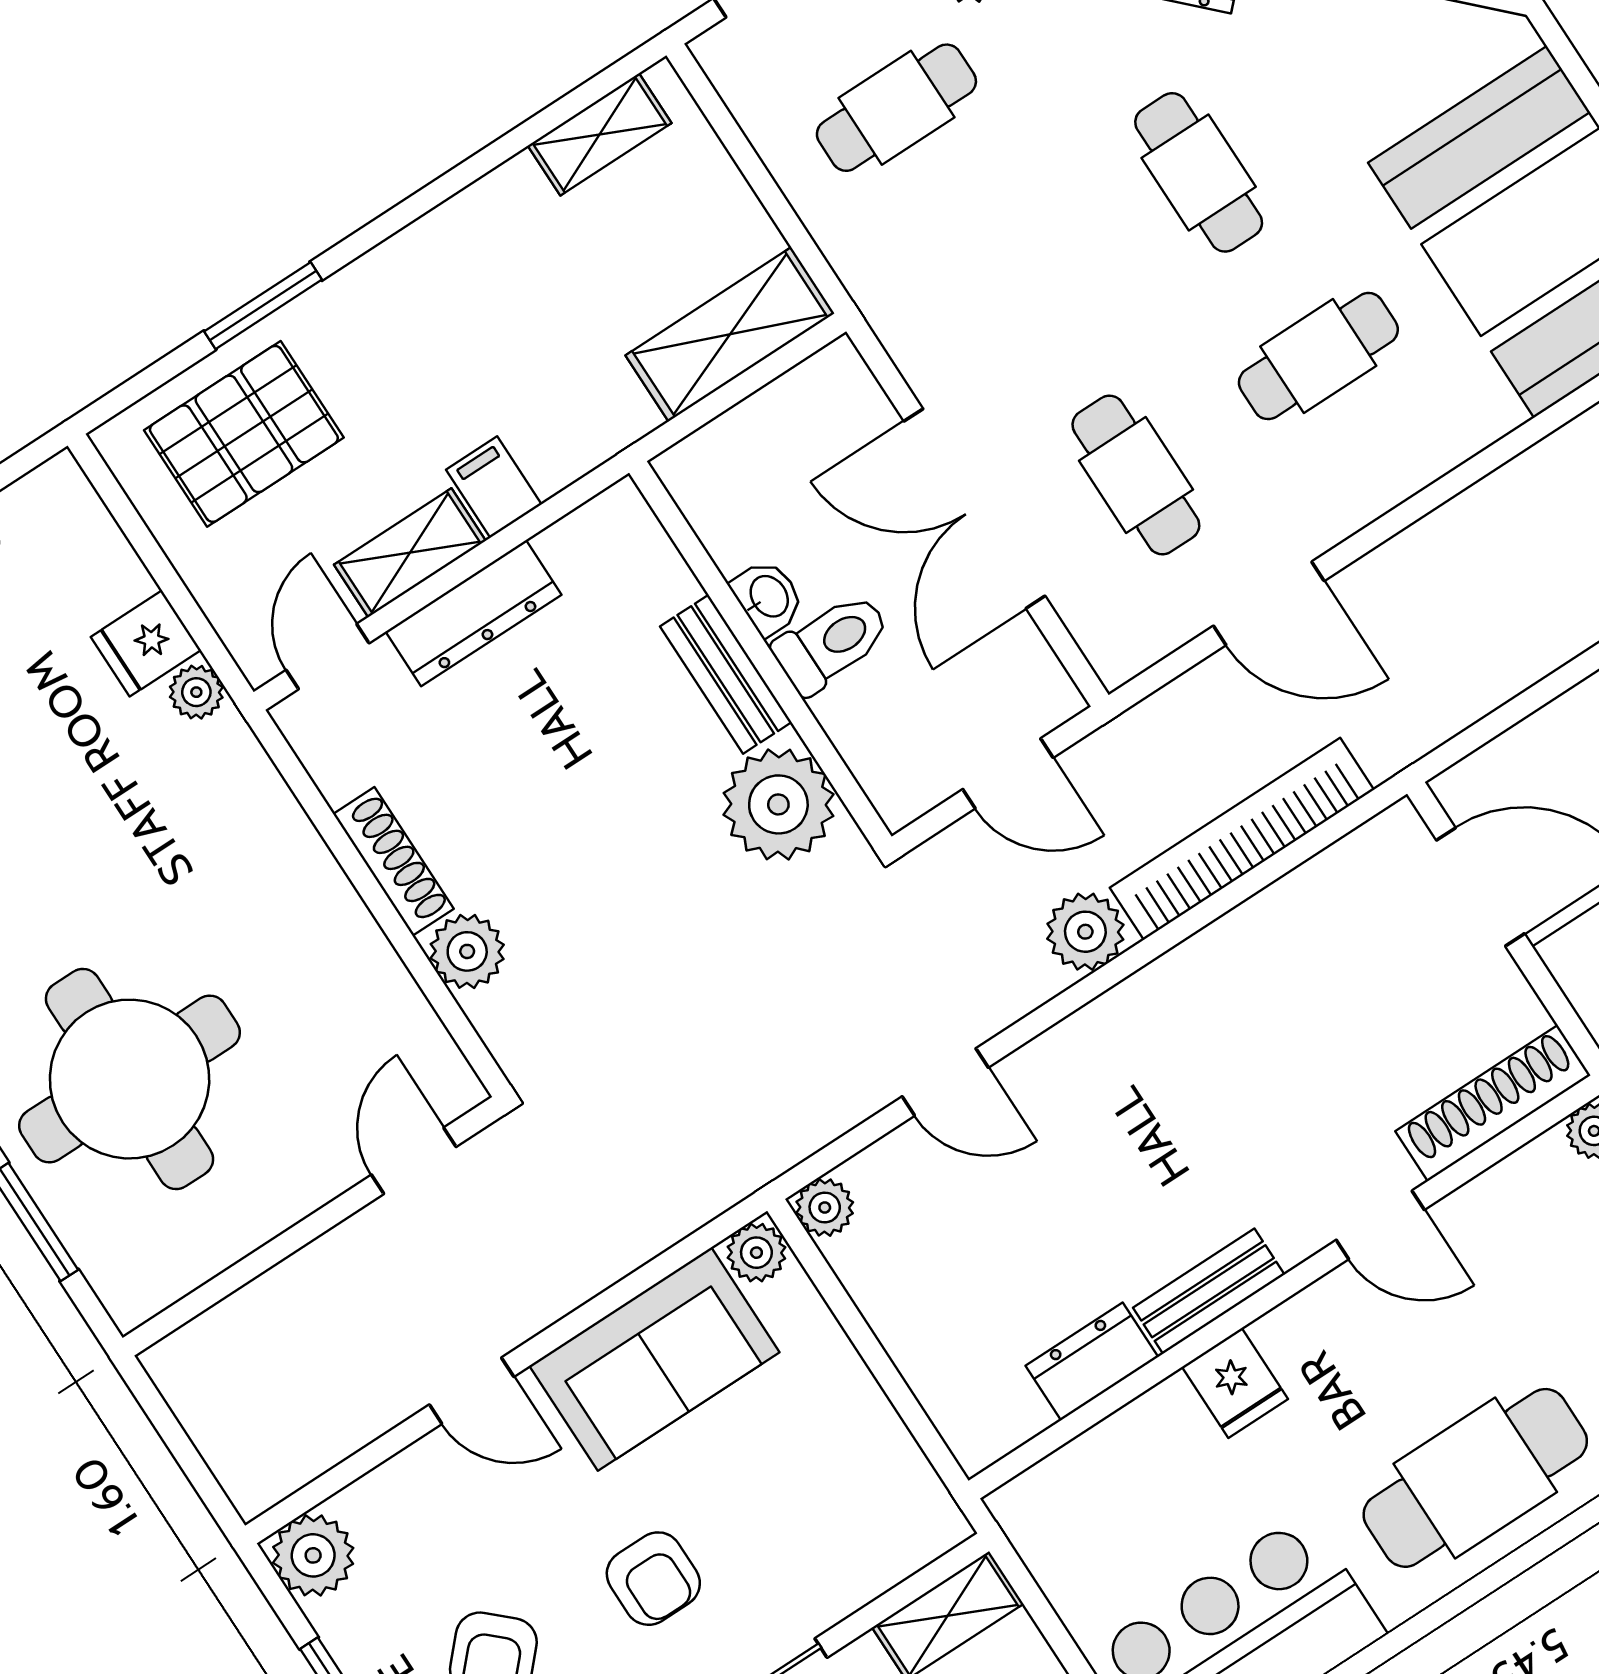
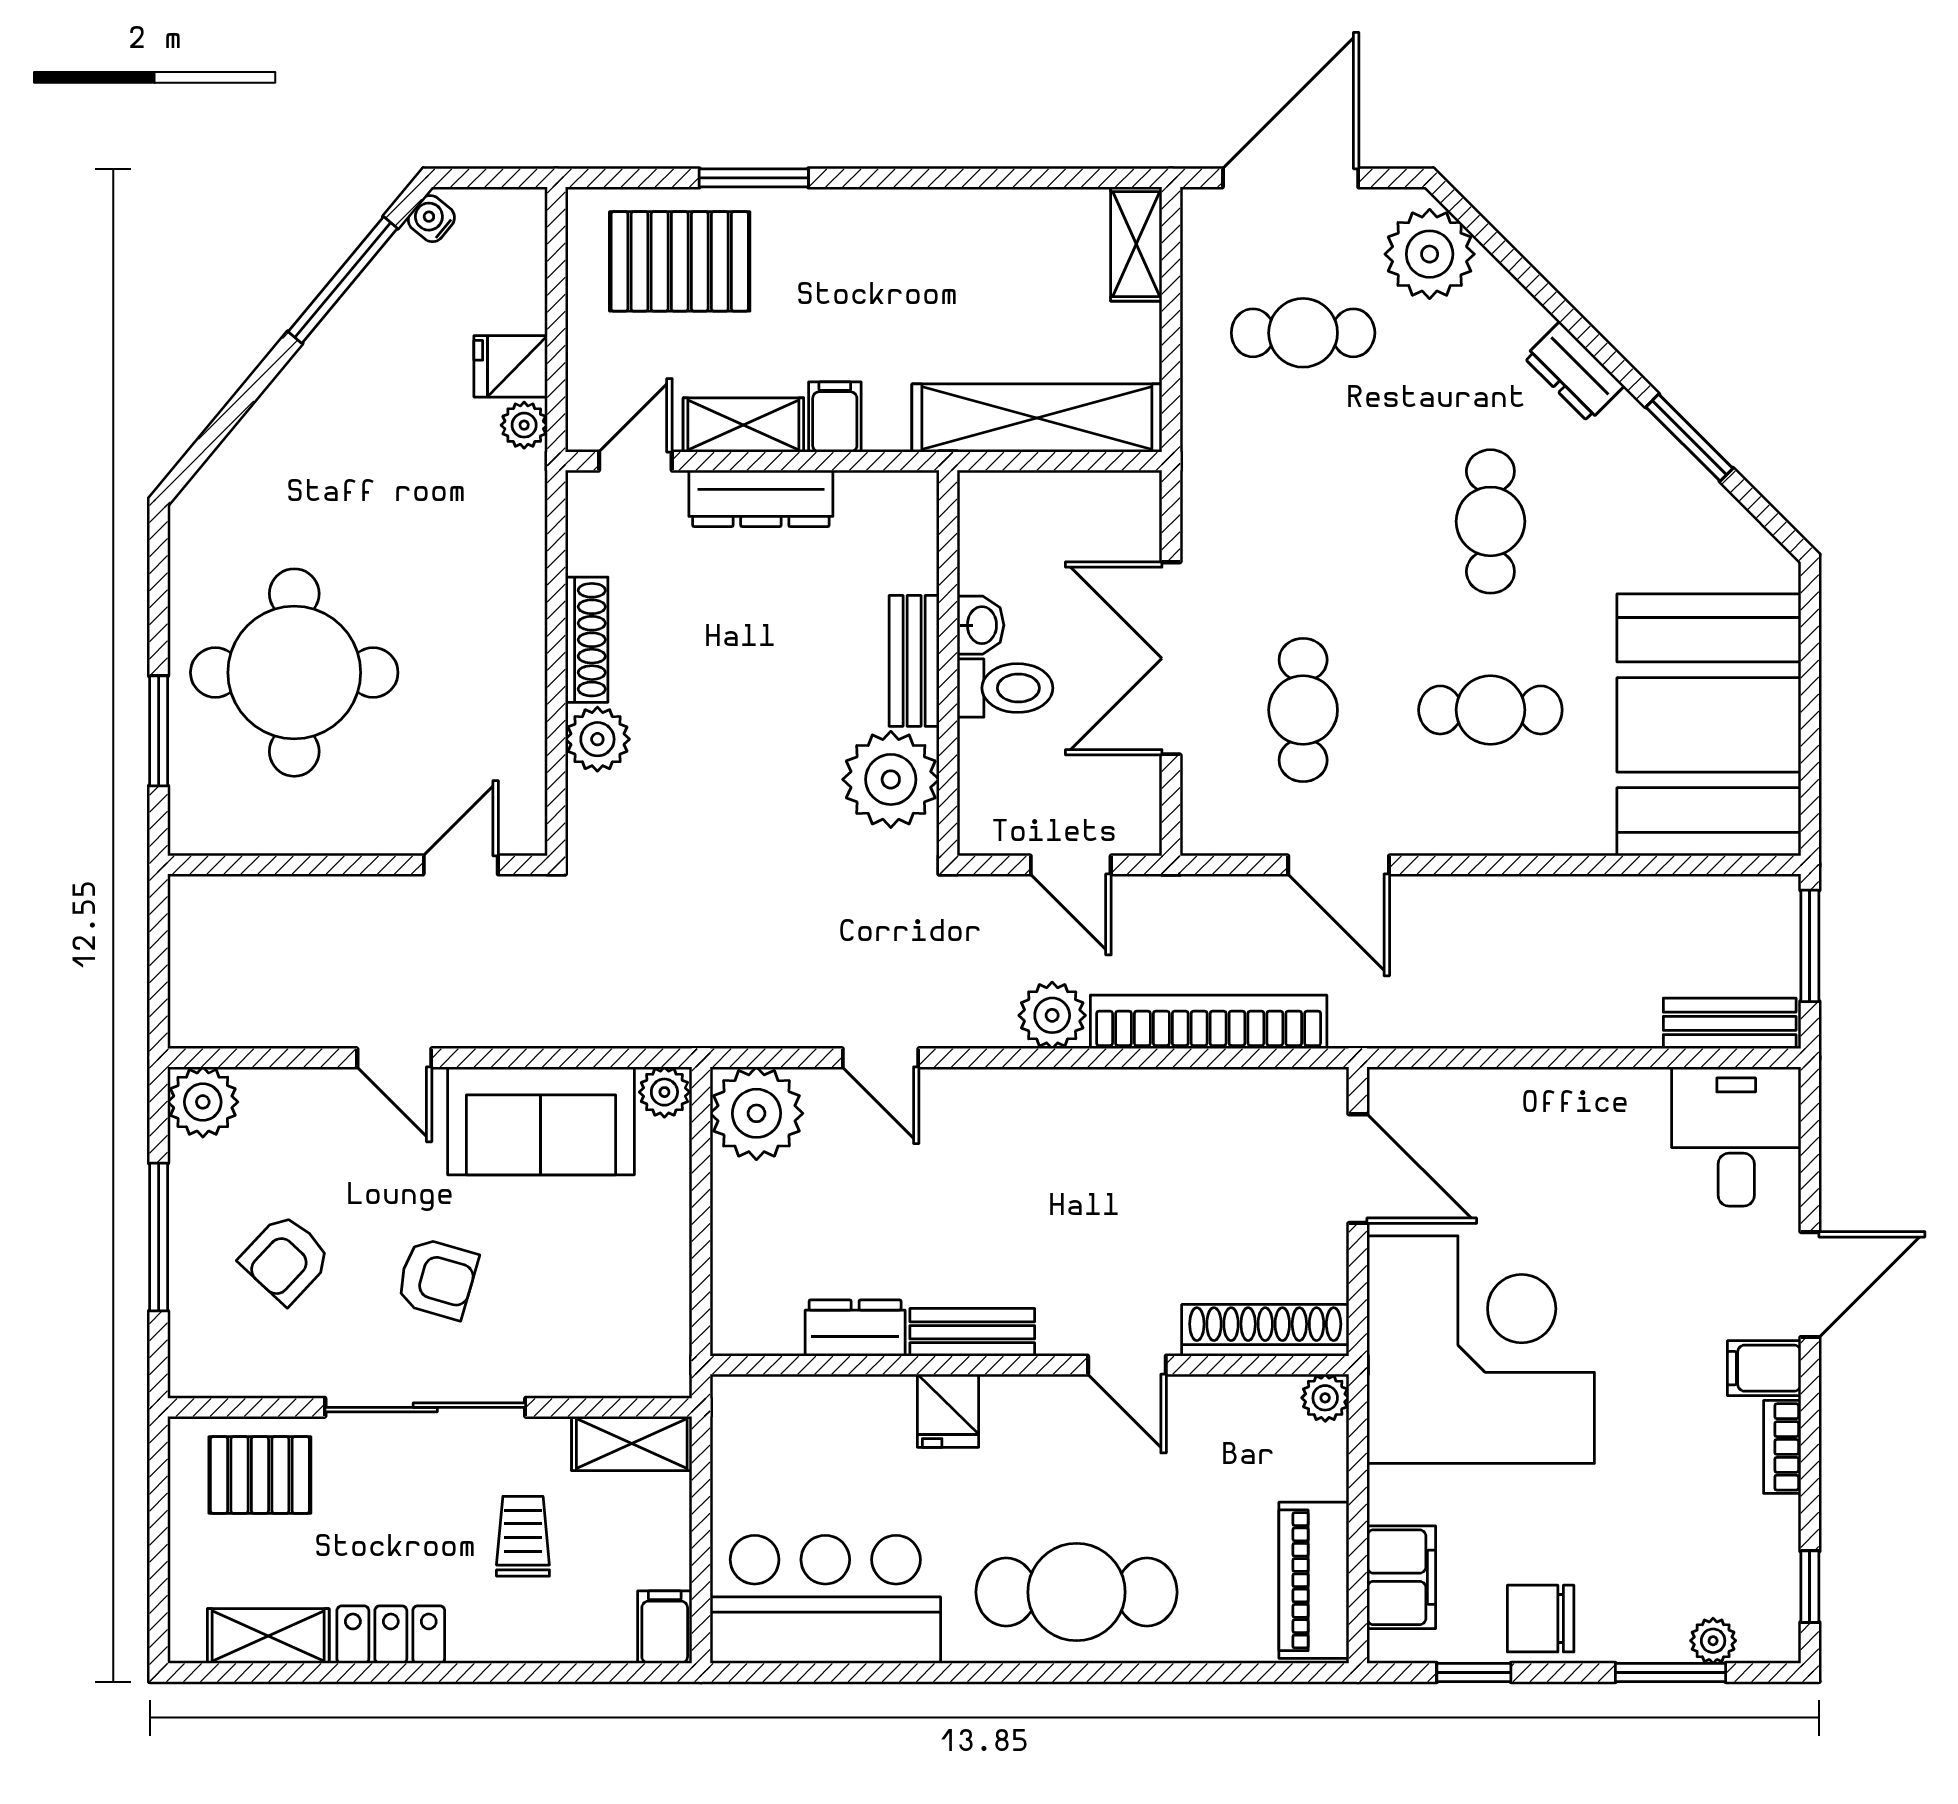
shelving: (600, 134) -> (1136, 244), moved, turned 90
shelving: (730, 334) -> (1037, 418), width x1.47
plant: (825, 1208) -> (756, 1113), width x1.87, depth x1.87
armchair: (653, 1579) -> (437, 1278), turned -74

